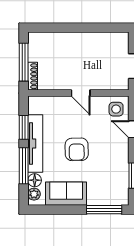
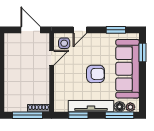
door: (81, 93) -> (52, 58), moved
window: (24, 166) -> (119, 115), moved
sofa: (66, 194) -> (128, 69), width x1.85, depth x1.27
window: (104, 210) -> (142, 53), width x0.69

